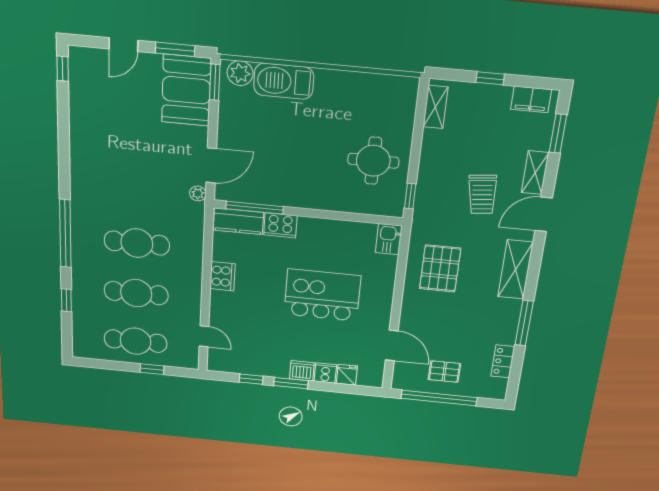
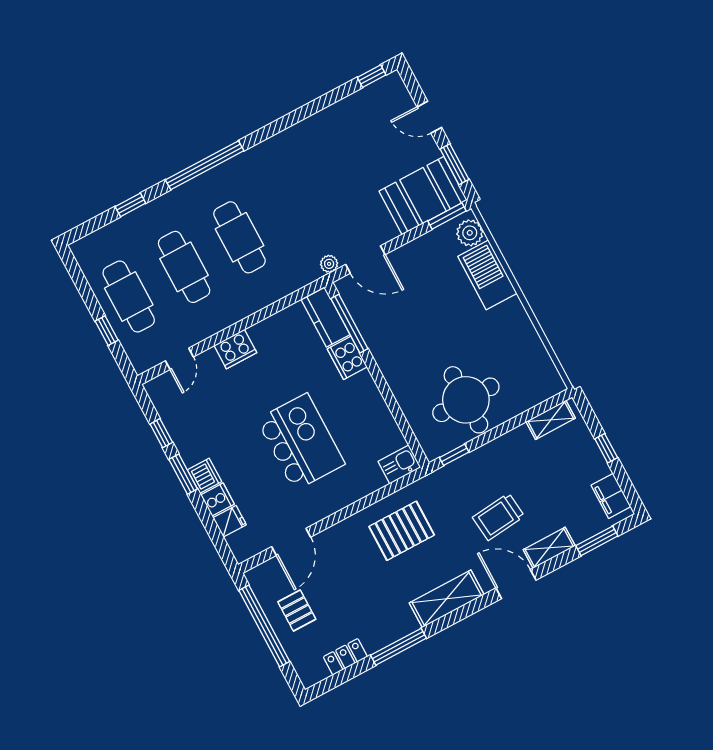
round table: (373, 161) -> (466, 400), width x1.36, depth x1.36
cooker: (222, 276) -> (235, 349), moved

